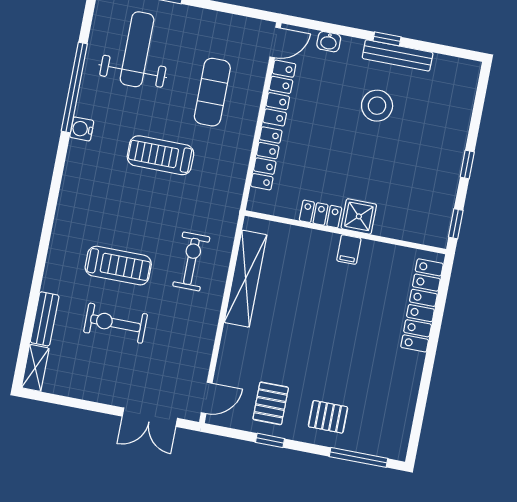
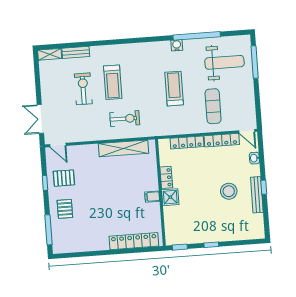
exercise mat: (212, 92) -> (213, 106), turned 90

